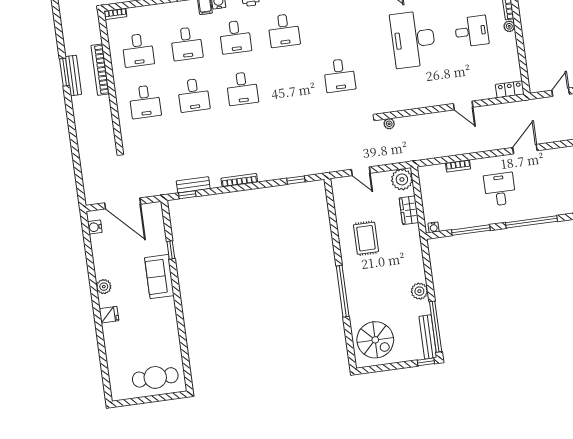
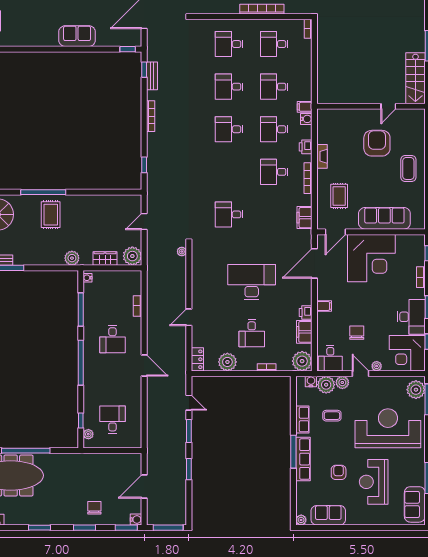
plant: (509, 26) -> (227, 362), moved, width x1.87, depth x1.87
desk: (500, 189) -> (112, 339), turned 90
rug: (366, 238) -> (51, 215), moved, turned 90
window: (171, 250) -> (128, 49), moved
plant: (419, 291) -> (72, 258), moved

